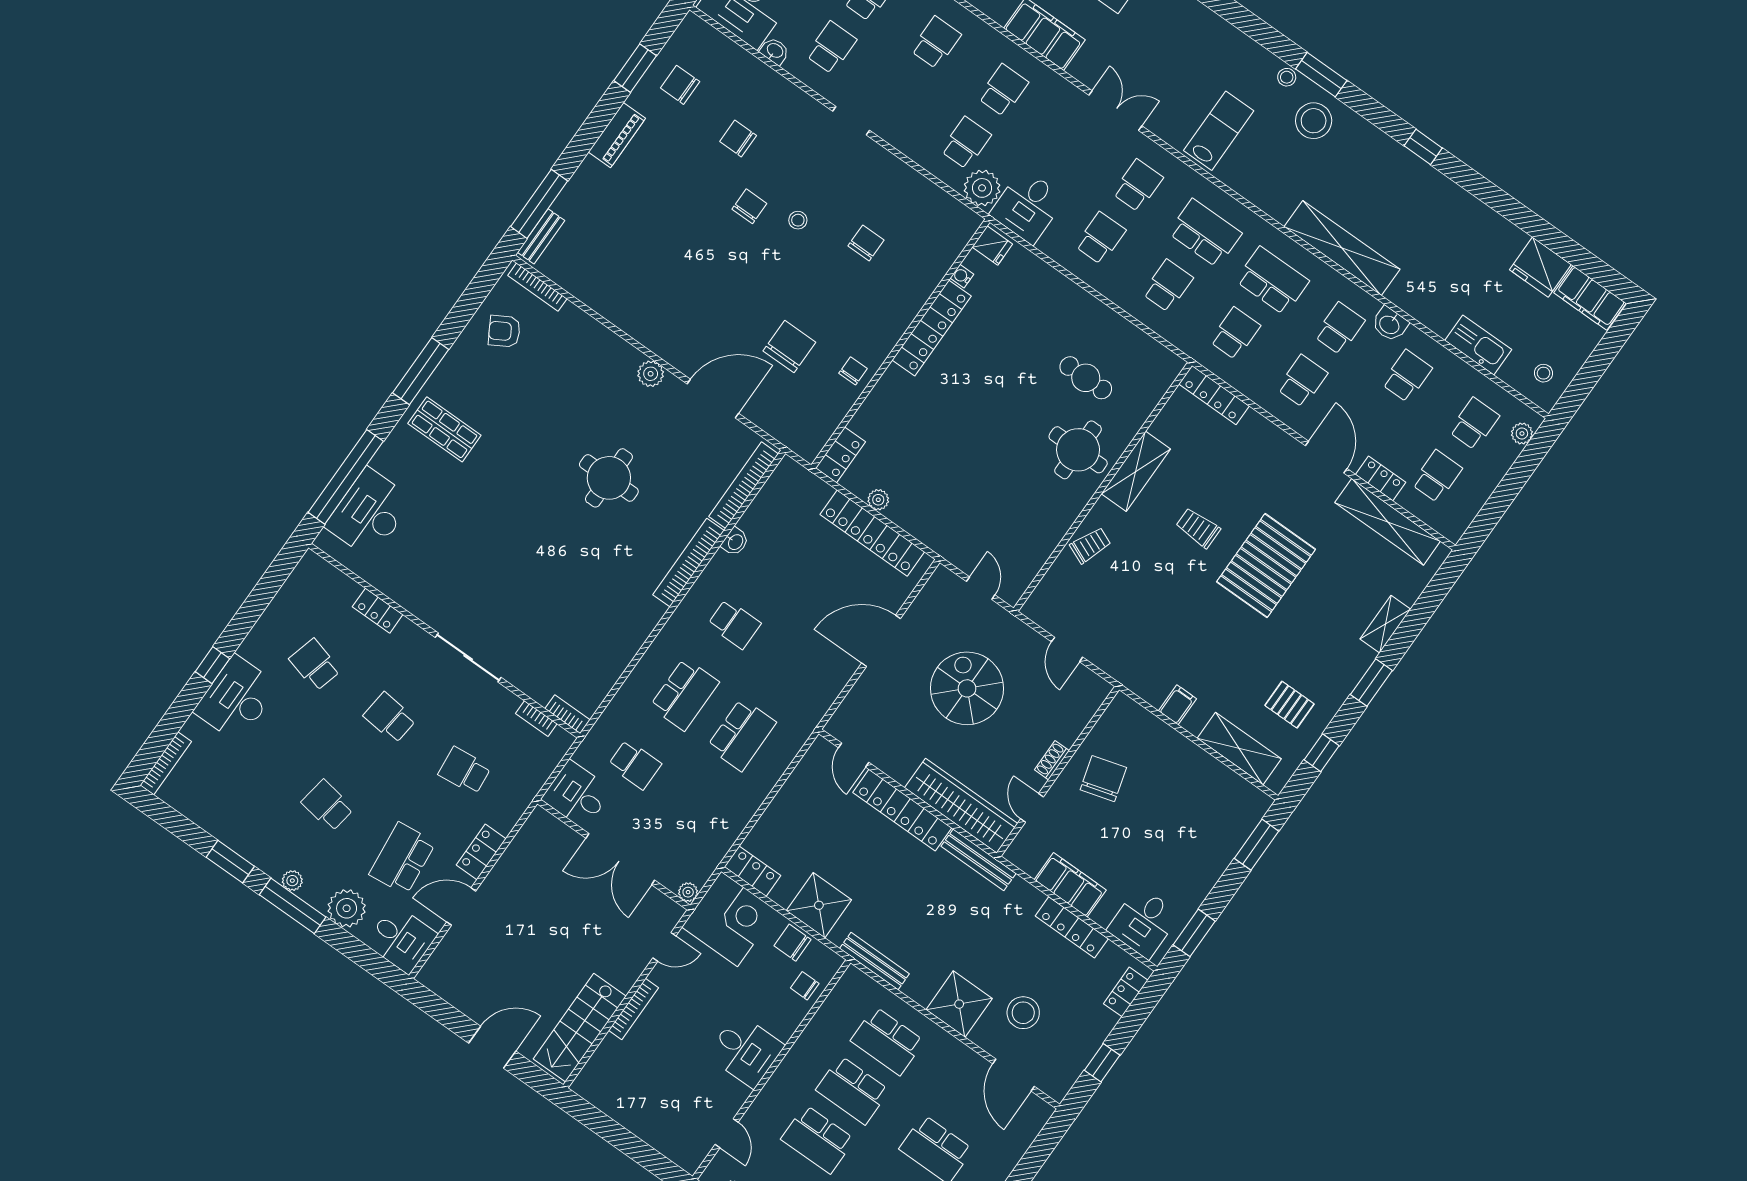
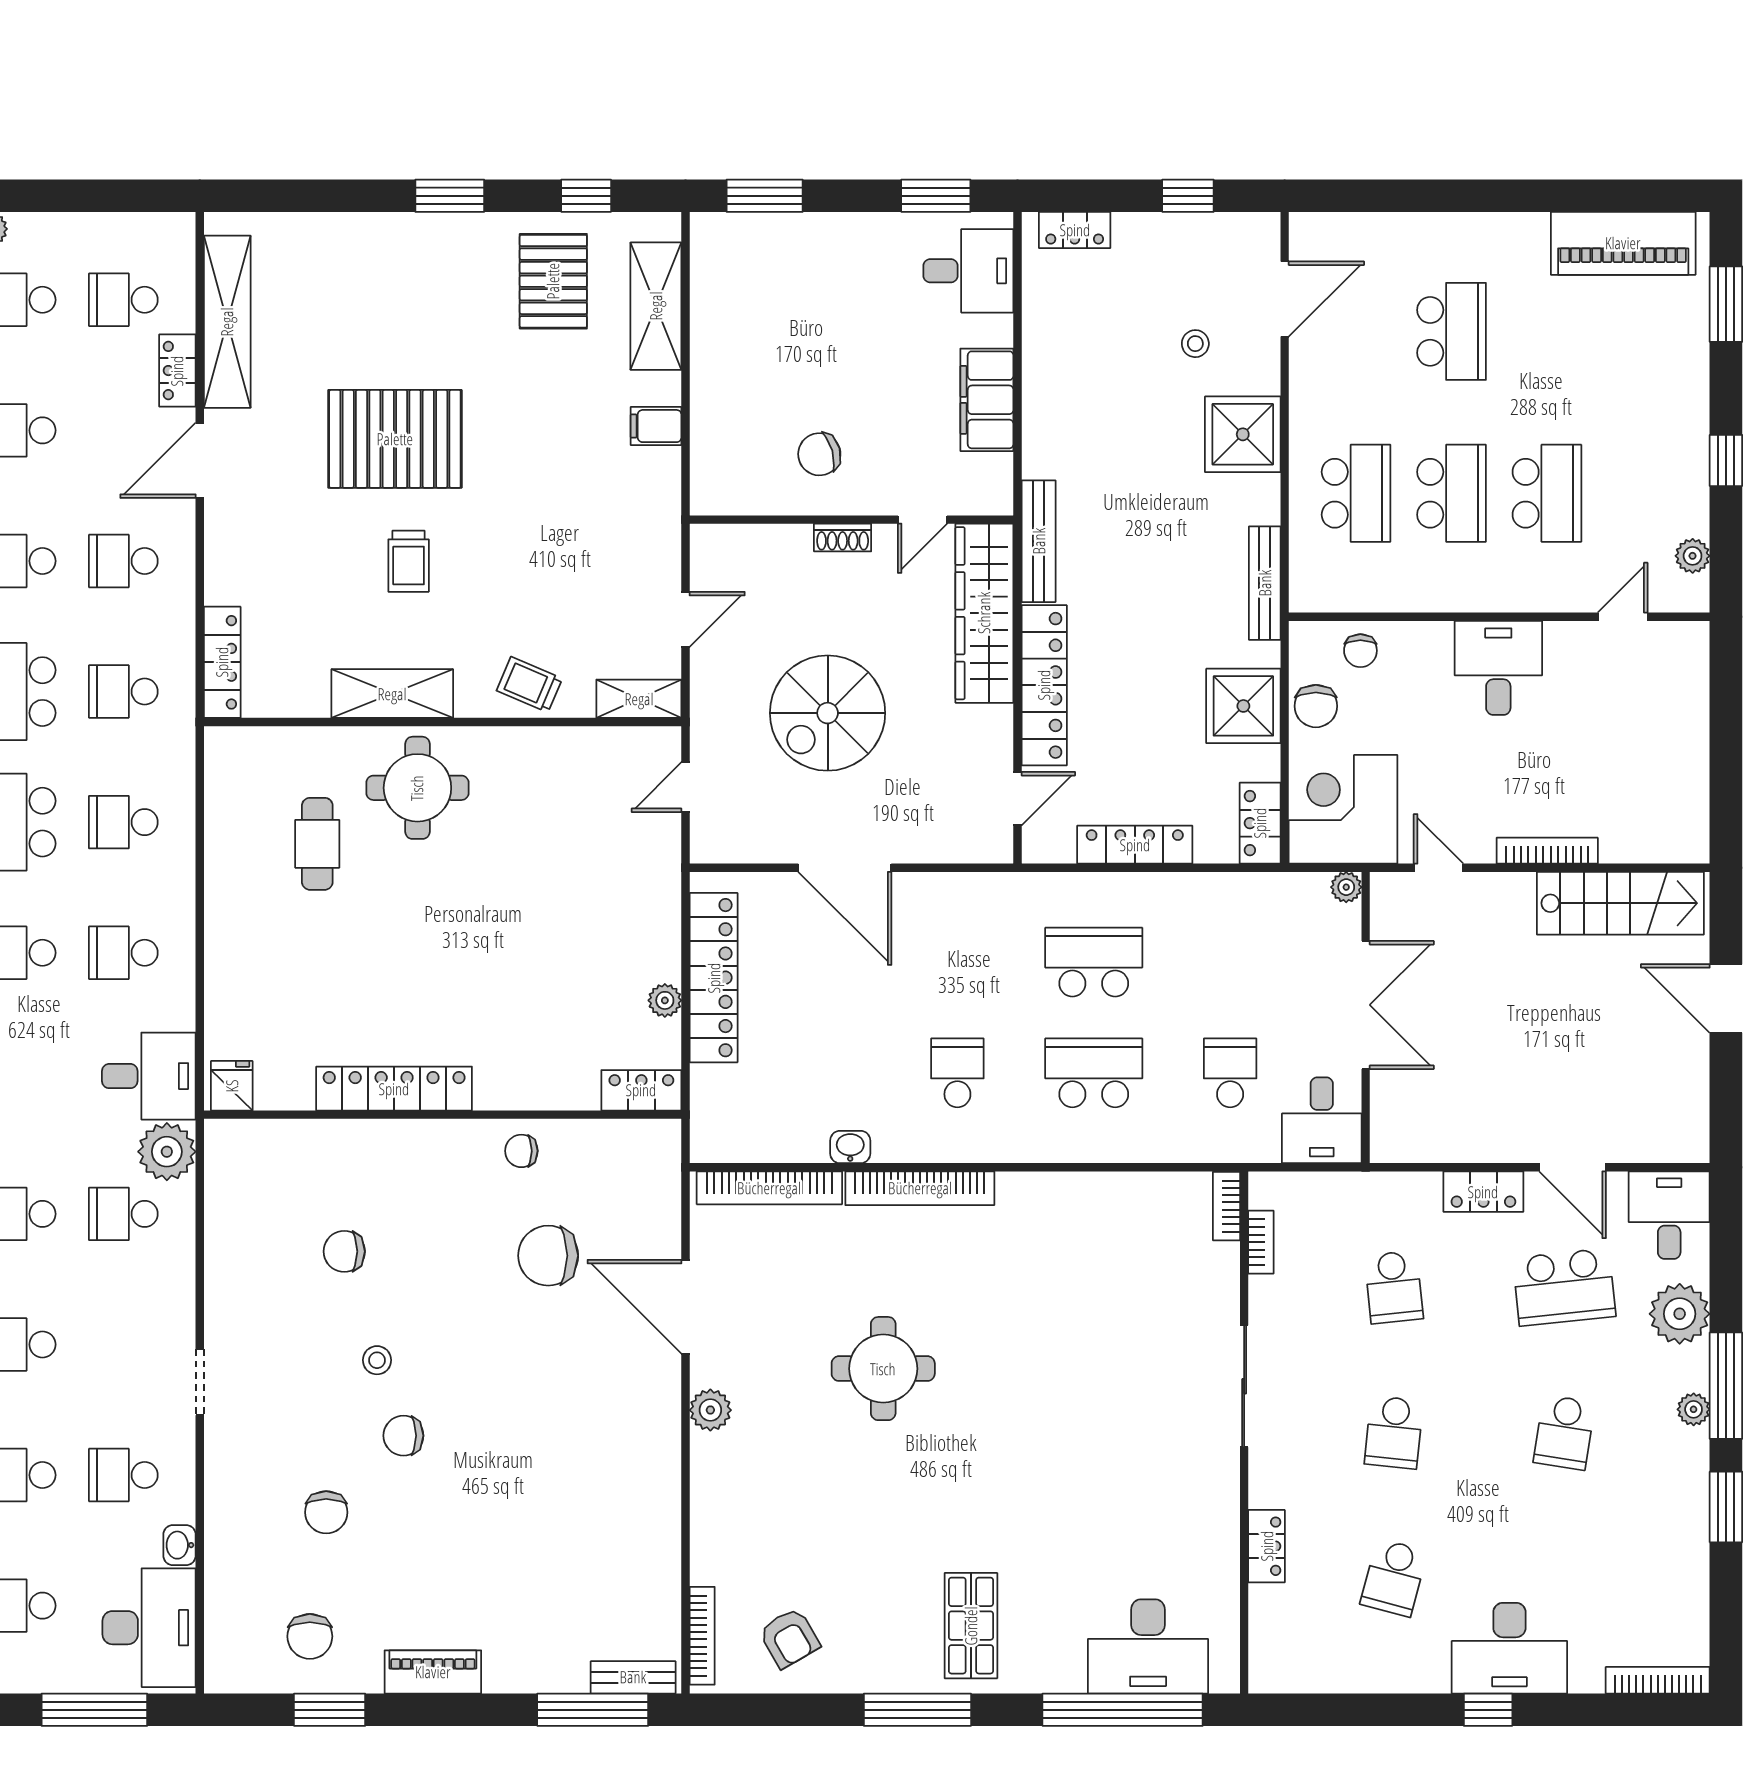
water cooler: (962, 276) -> (299, 1097), removed
shelving: (1385, 624) -> (639, 699), moved
pallet: (1290, 705) -> (553, 281), width x1.50, depth x1.42
chair: (1103, 779) -> (819, 454), width x0.73, depth x0.73
locker: (1072, 927) -> (1135, 845), moved, turned -90
stool: (1023, 1013) -> (1195, 344), width x0.53, depth x0.53

